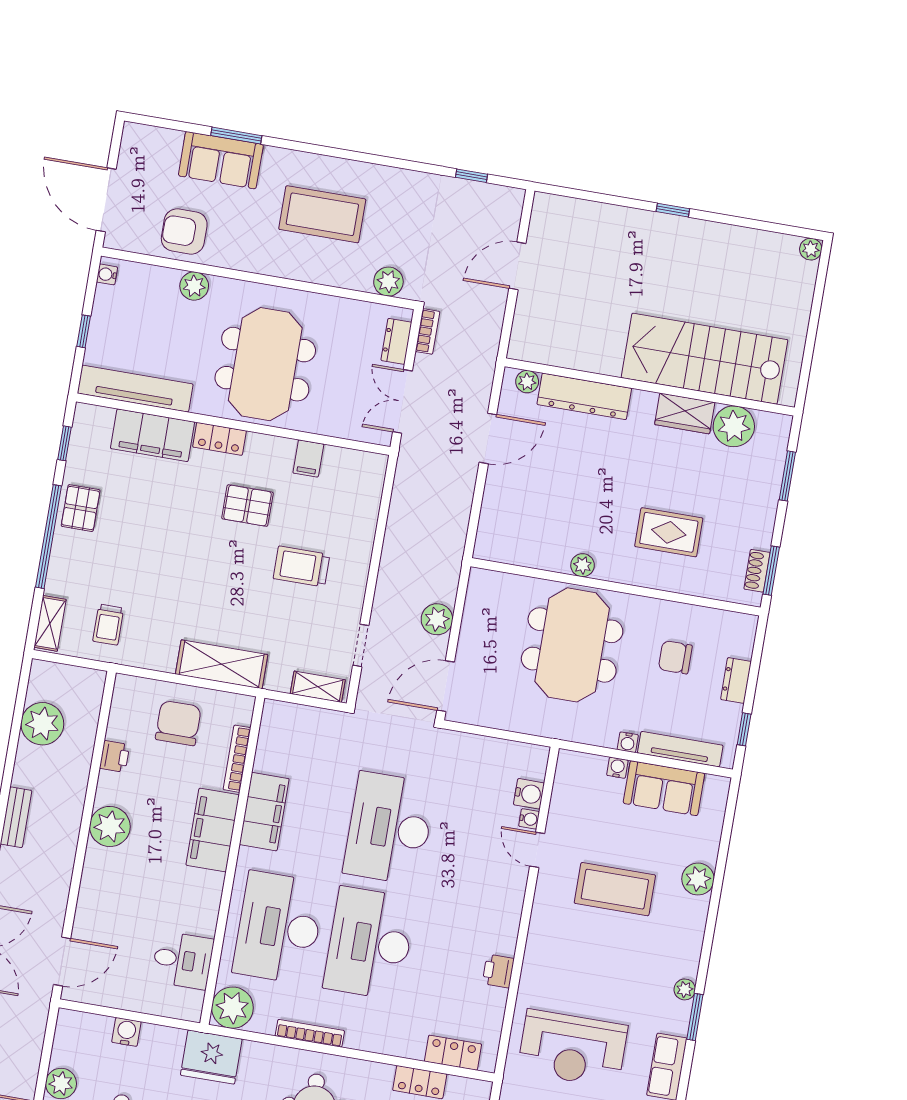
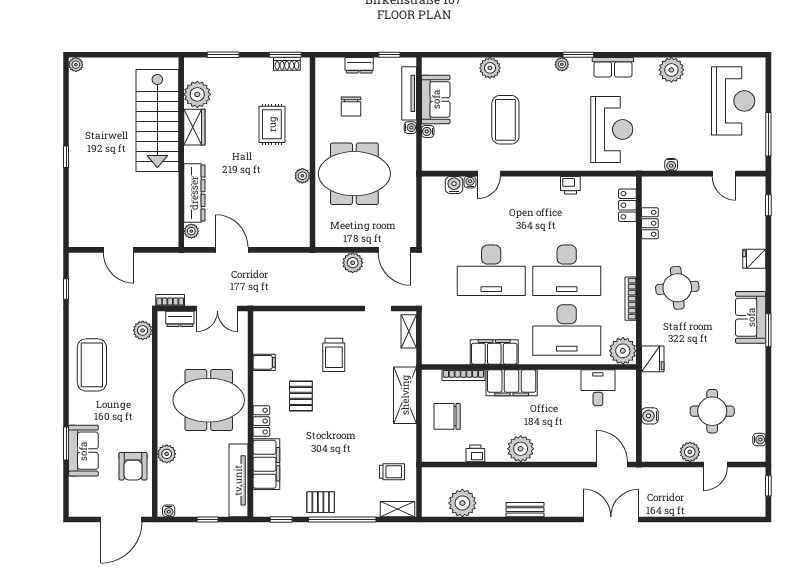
coffee table: (322, 214) -> (92, 365), moved
fridge: (211, 1057) -> (653, 359), width x0.73, depth x0.75

